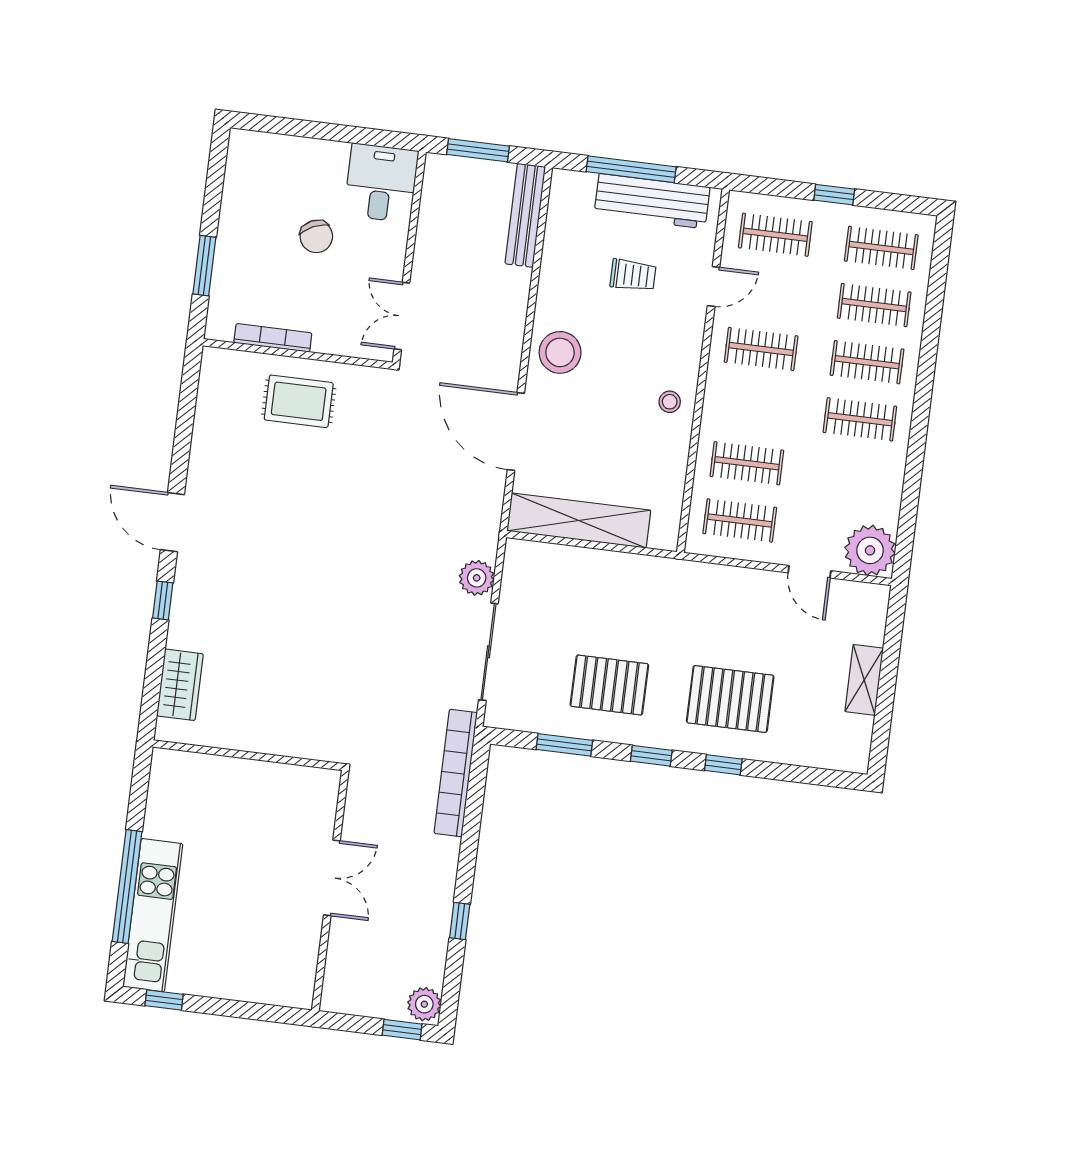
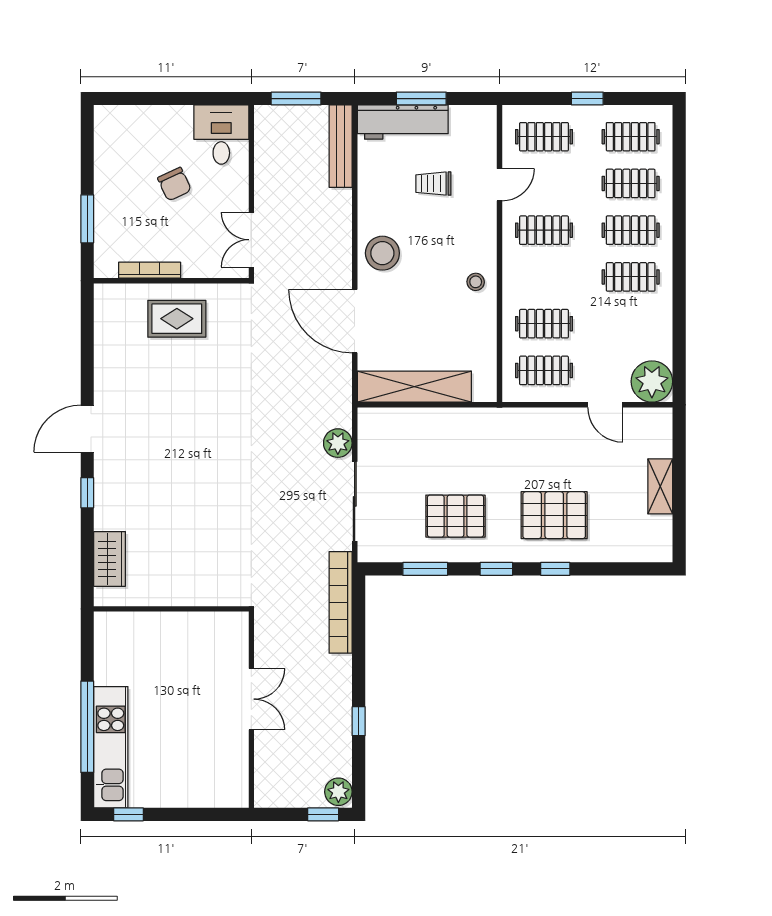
window: (631, 169) -> (421, 99), width x0.69
workbench: (652, 201) -> (403, 122), moved
trolley: (633, 275) -> (433, 184), turned 180
door: (172, 522) -> (87, 429), hinge flipped

